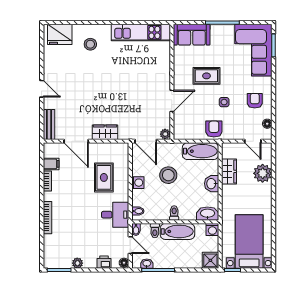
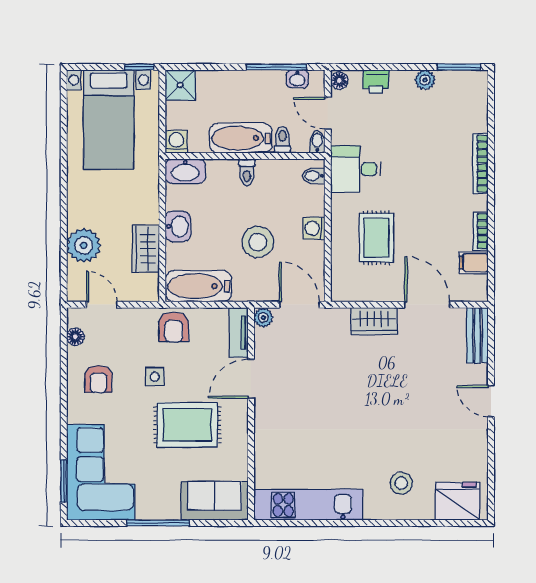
rug: (206, 76) -> (187, 425), width x1.36, depth x1.43
tv unit: (179, 126) -> (239, 333), added

